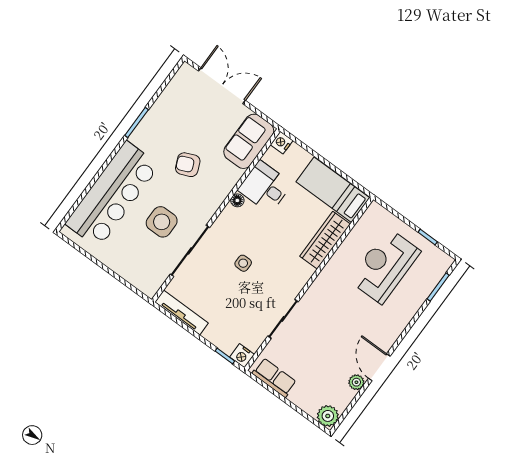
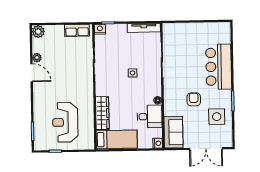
armchair: (188, 165) -> (194, 99), turned -67
bar counter: (112, 194) -> (219, 67), width x0.73
side table: (162, 222) -> (217, 117), moved
reception desk: (385, 266) -> (65, 122), turned 180

